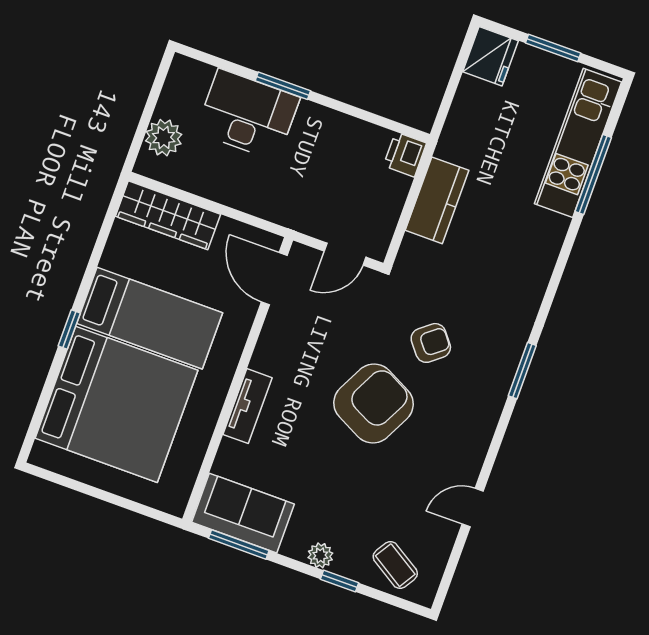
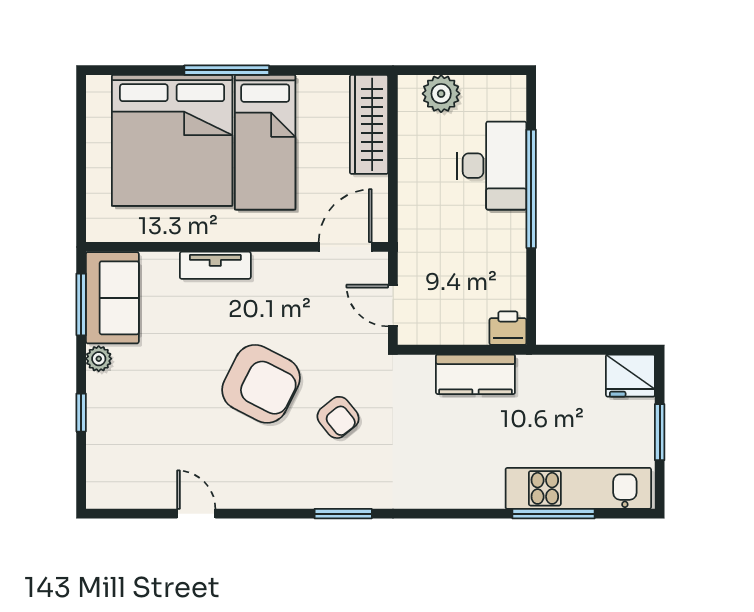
window: (283, 86) -> (531, 189), width x2.11
window: (69, 330) -> (227, 70), width x2.17
plant: (320, 555) -> (99, 359), moved
coffee table: (395, 565) -> (115, 460), removed

